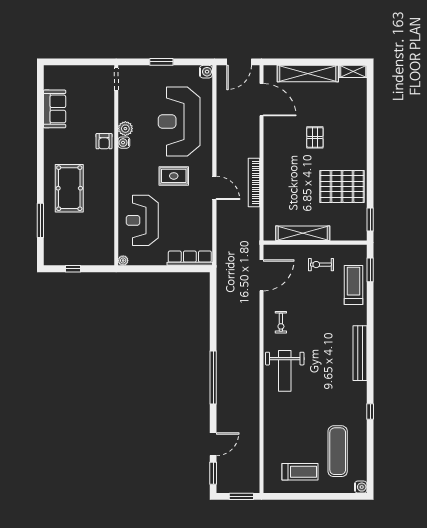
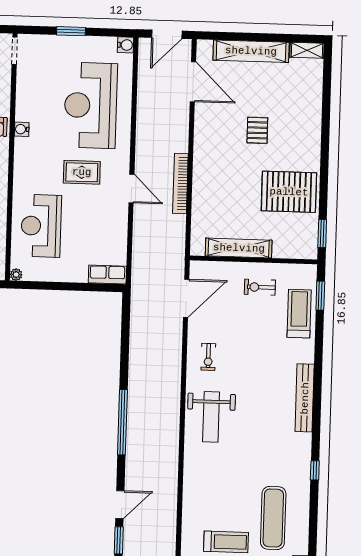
plant: (125, 129) -> (24, 112), removed
row of seats: (190, 258) -> (107, 275), width x0.68

